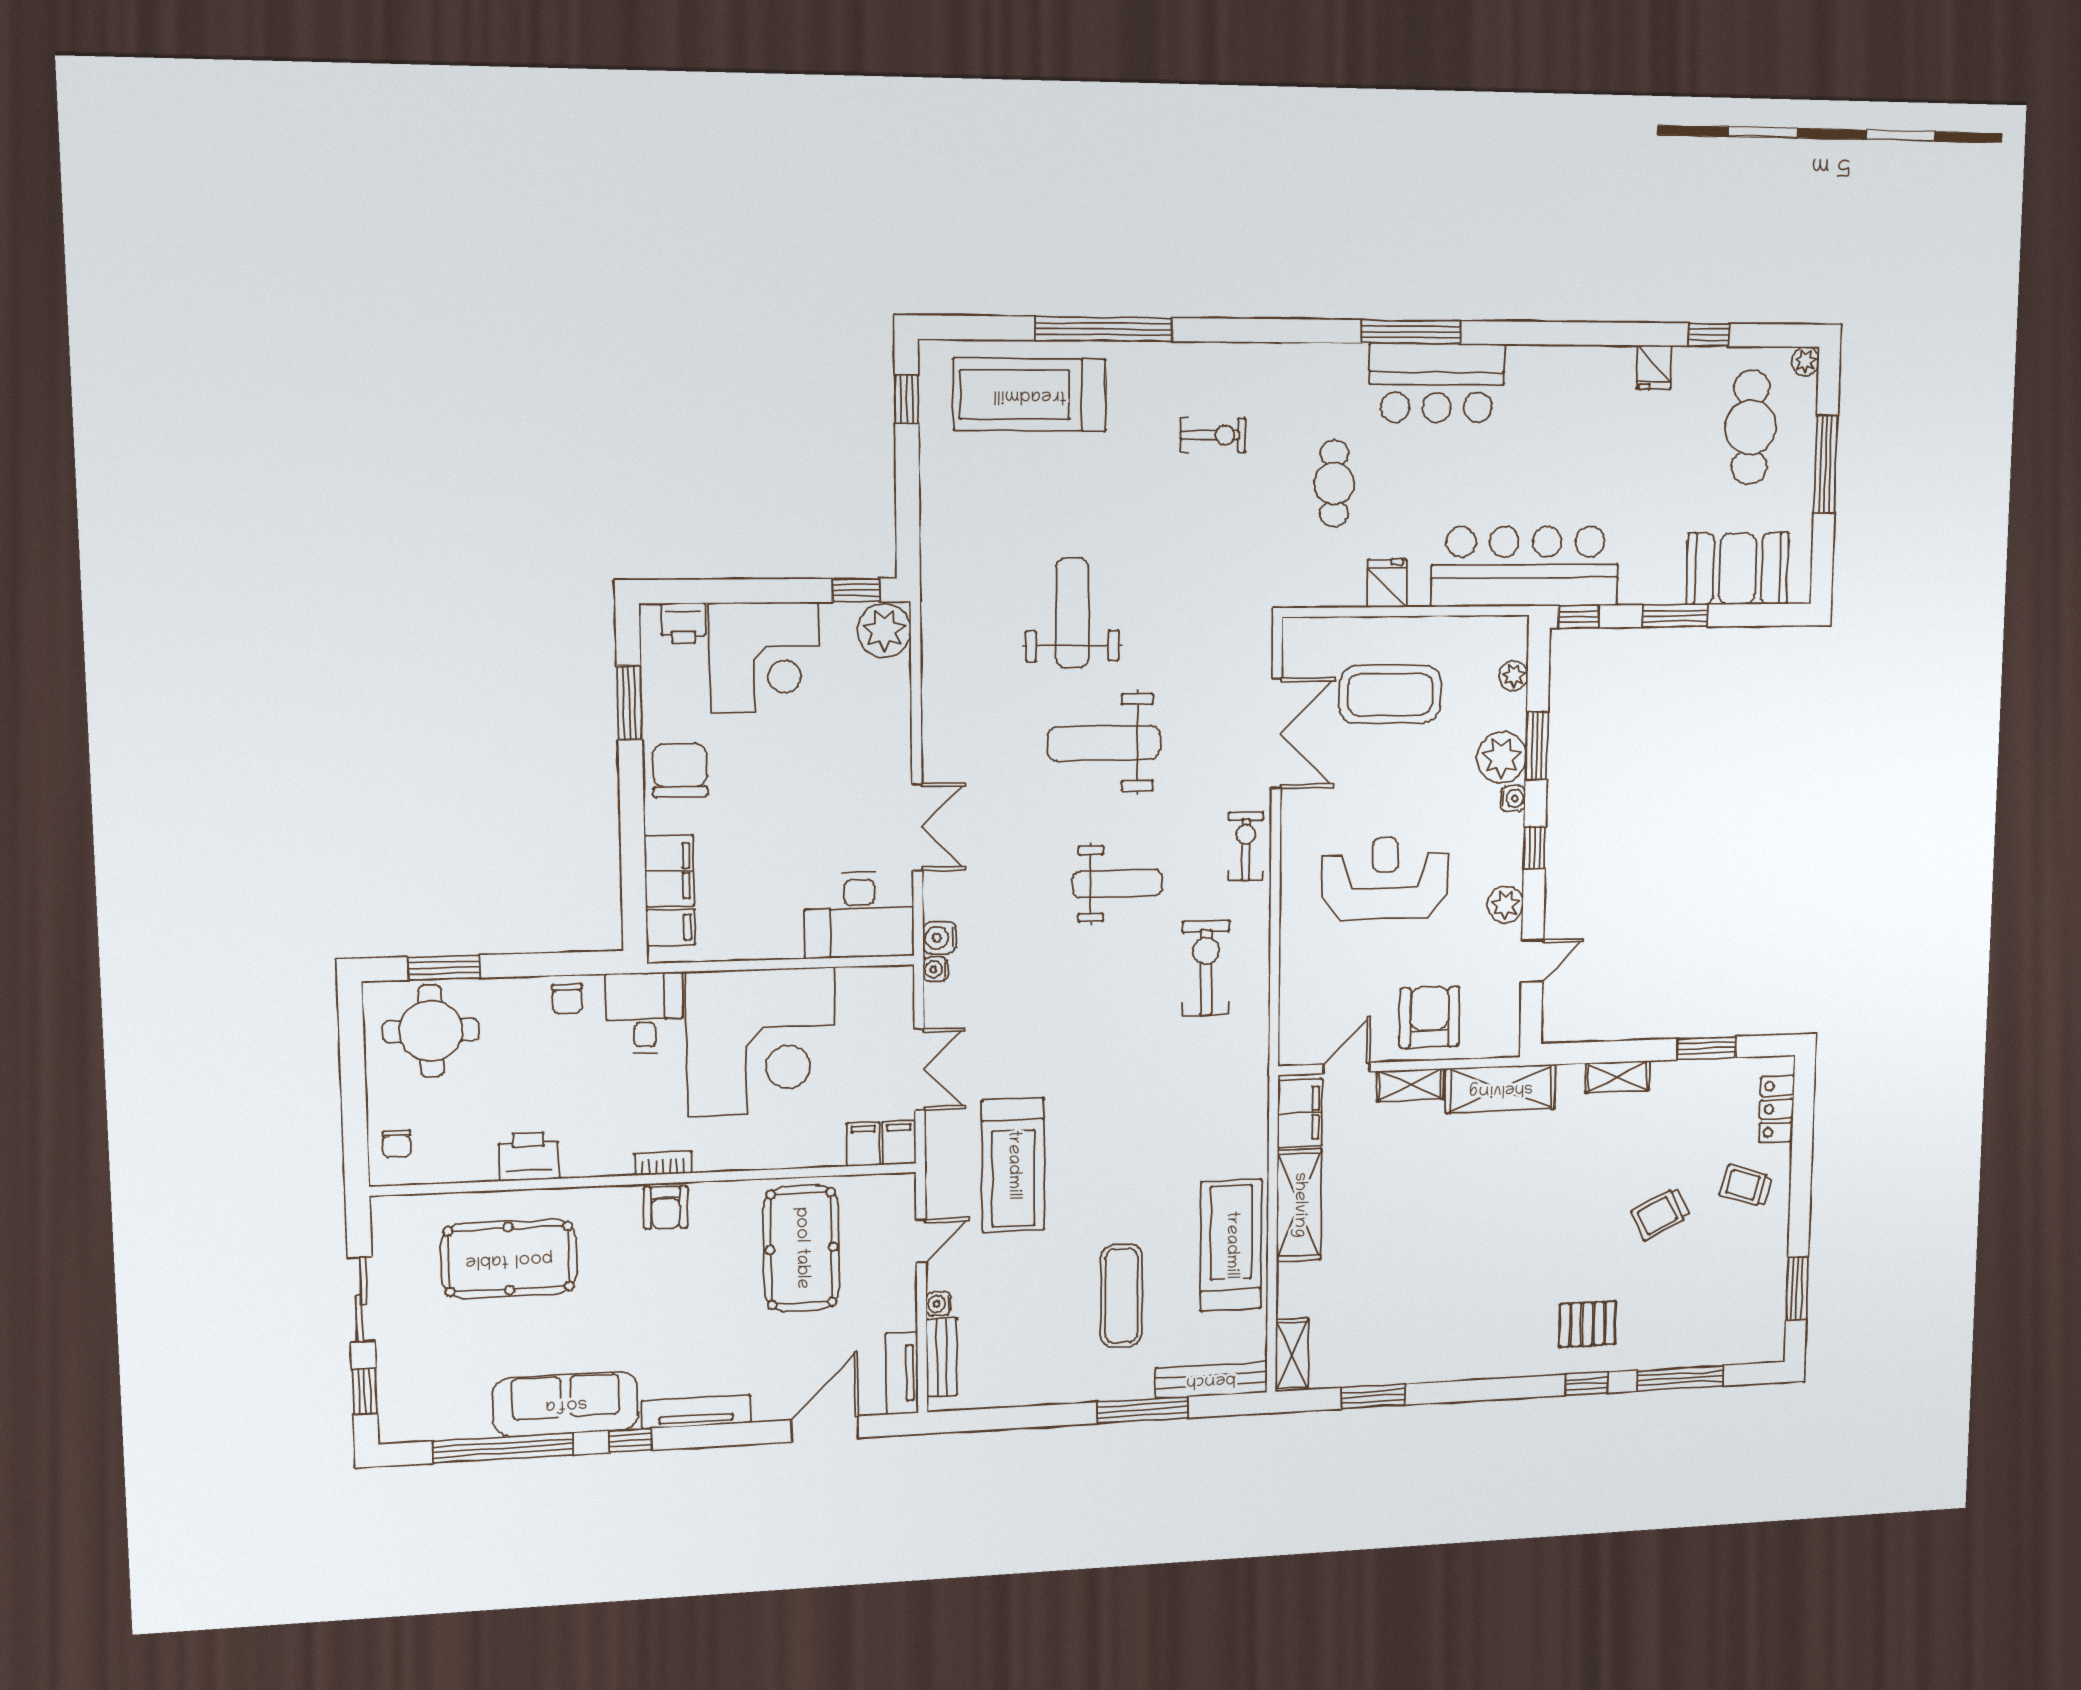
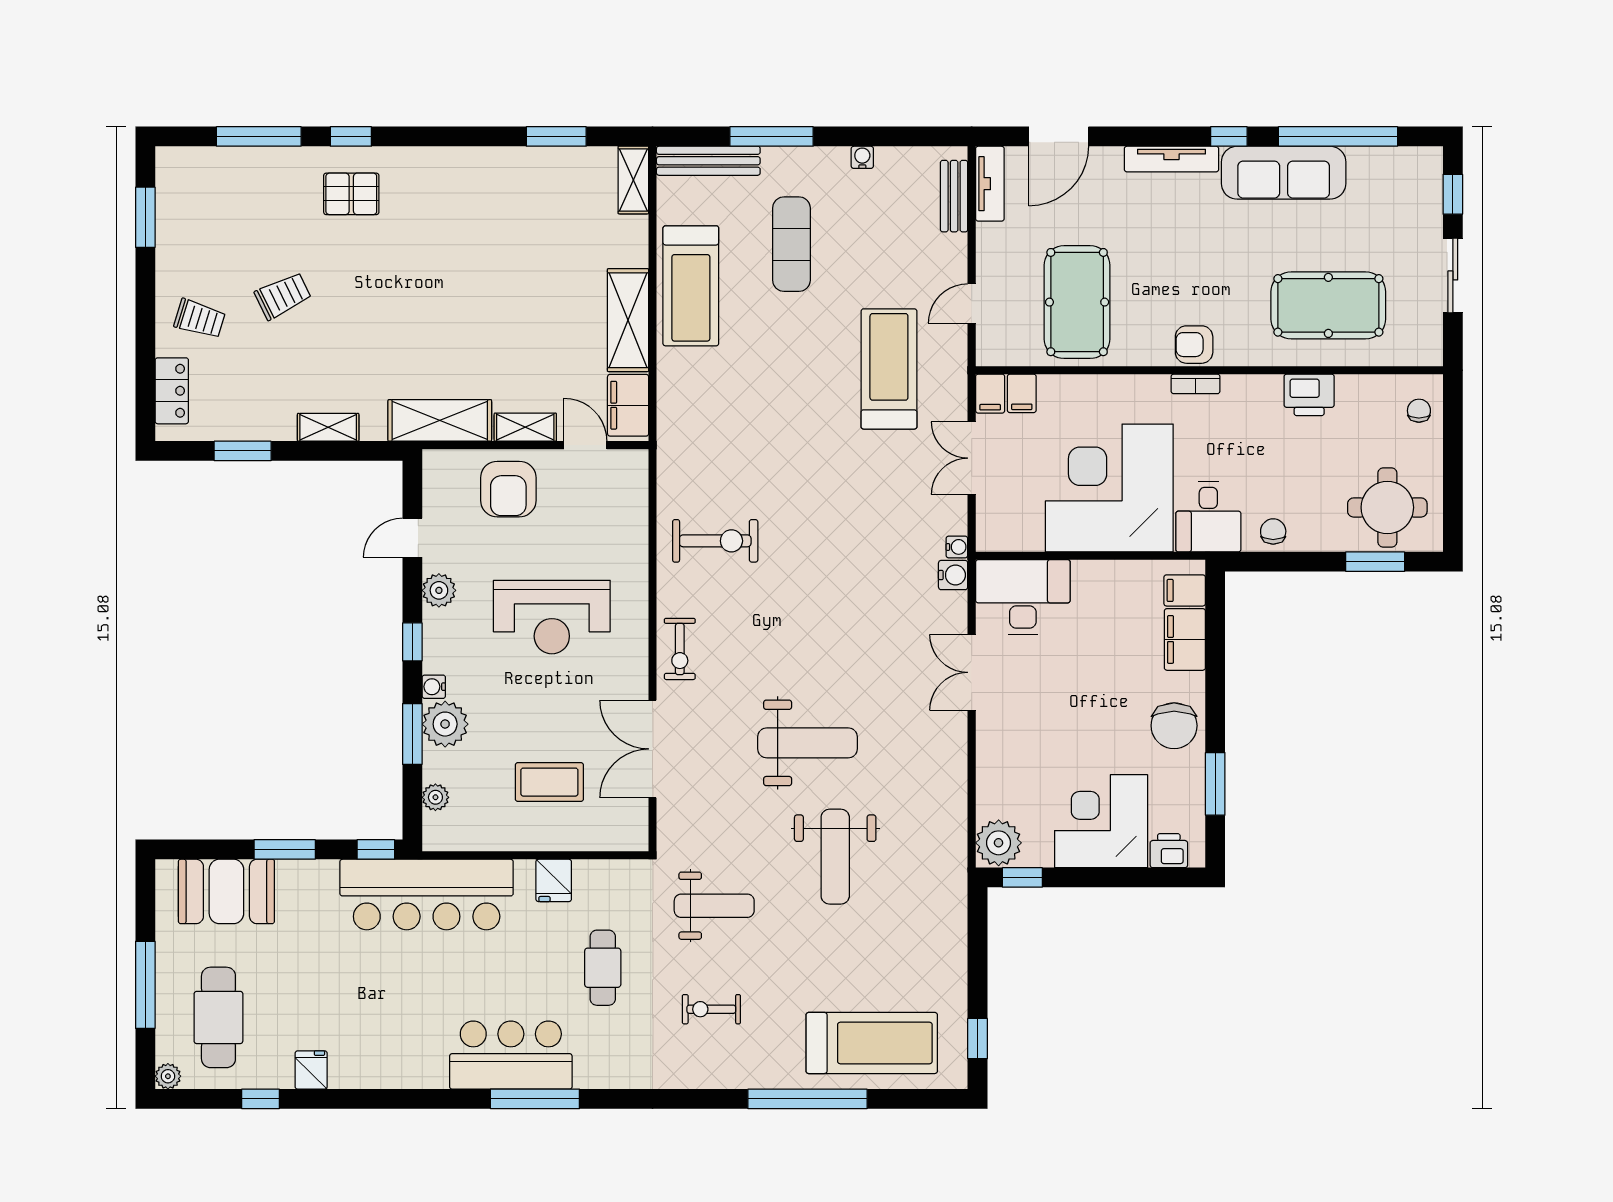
coffee table: (1390, 694) -> (549, 782), width x0.73, depth x0.76
weight bench: (1117, 883) -> (714, 906), moved, turned 180
exercise bike: (1206, 968) -> (715, 541), turned -90
door: (1346, 1068) -> (585, 445), swing flipped
armchair: (666, 1207) -> (1194, 345), turned -91
water cooler: (938, 1304) -> (862, 157), moved, turned -90

